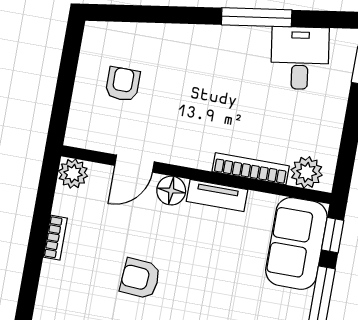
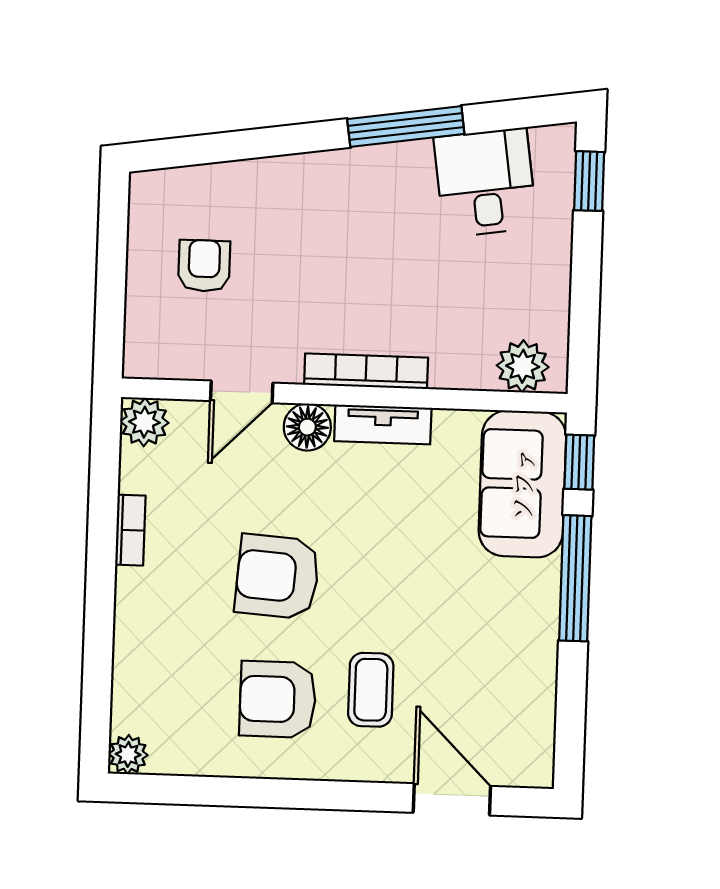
bookcase: (251, 169) -> (366, 371), moved
armchair: (140, 278) -> (277, 577), width x1.38, depth x1.38

